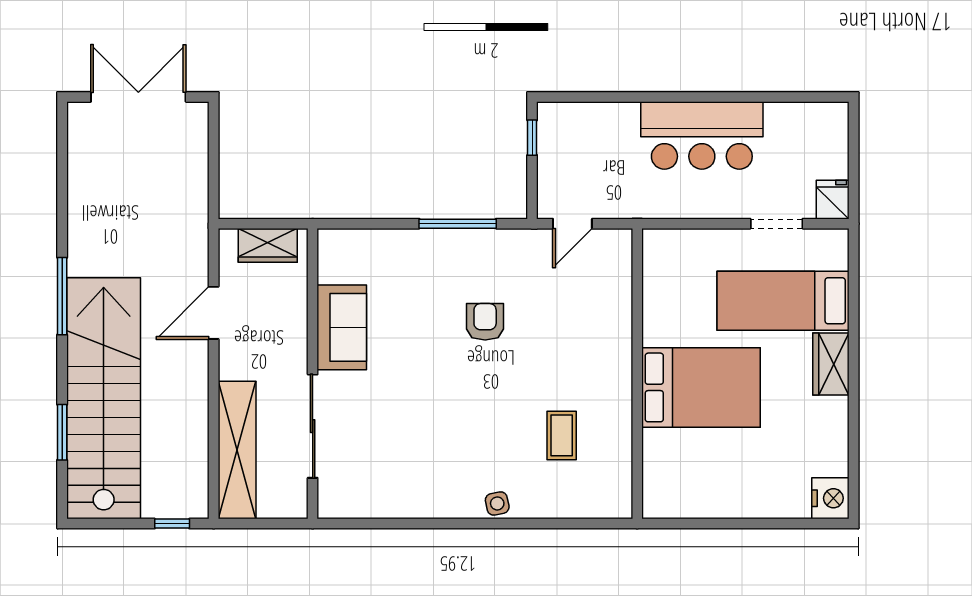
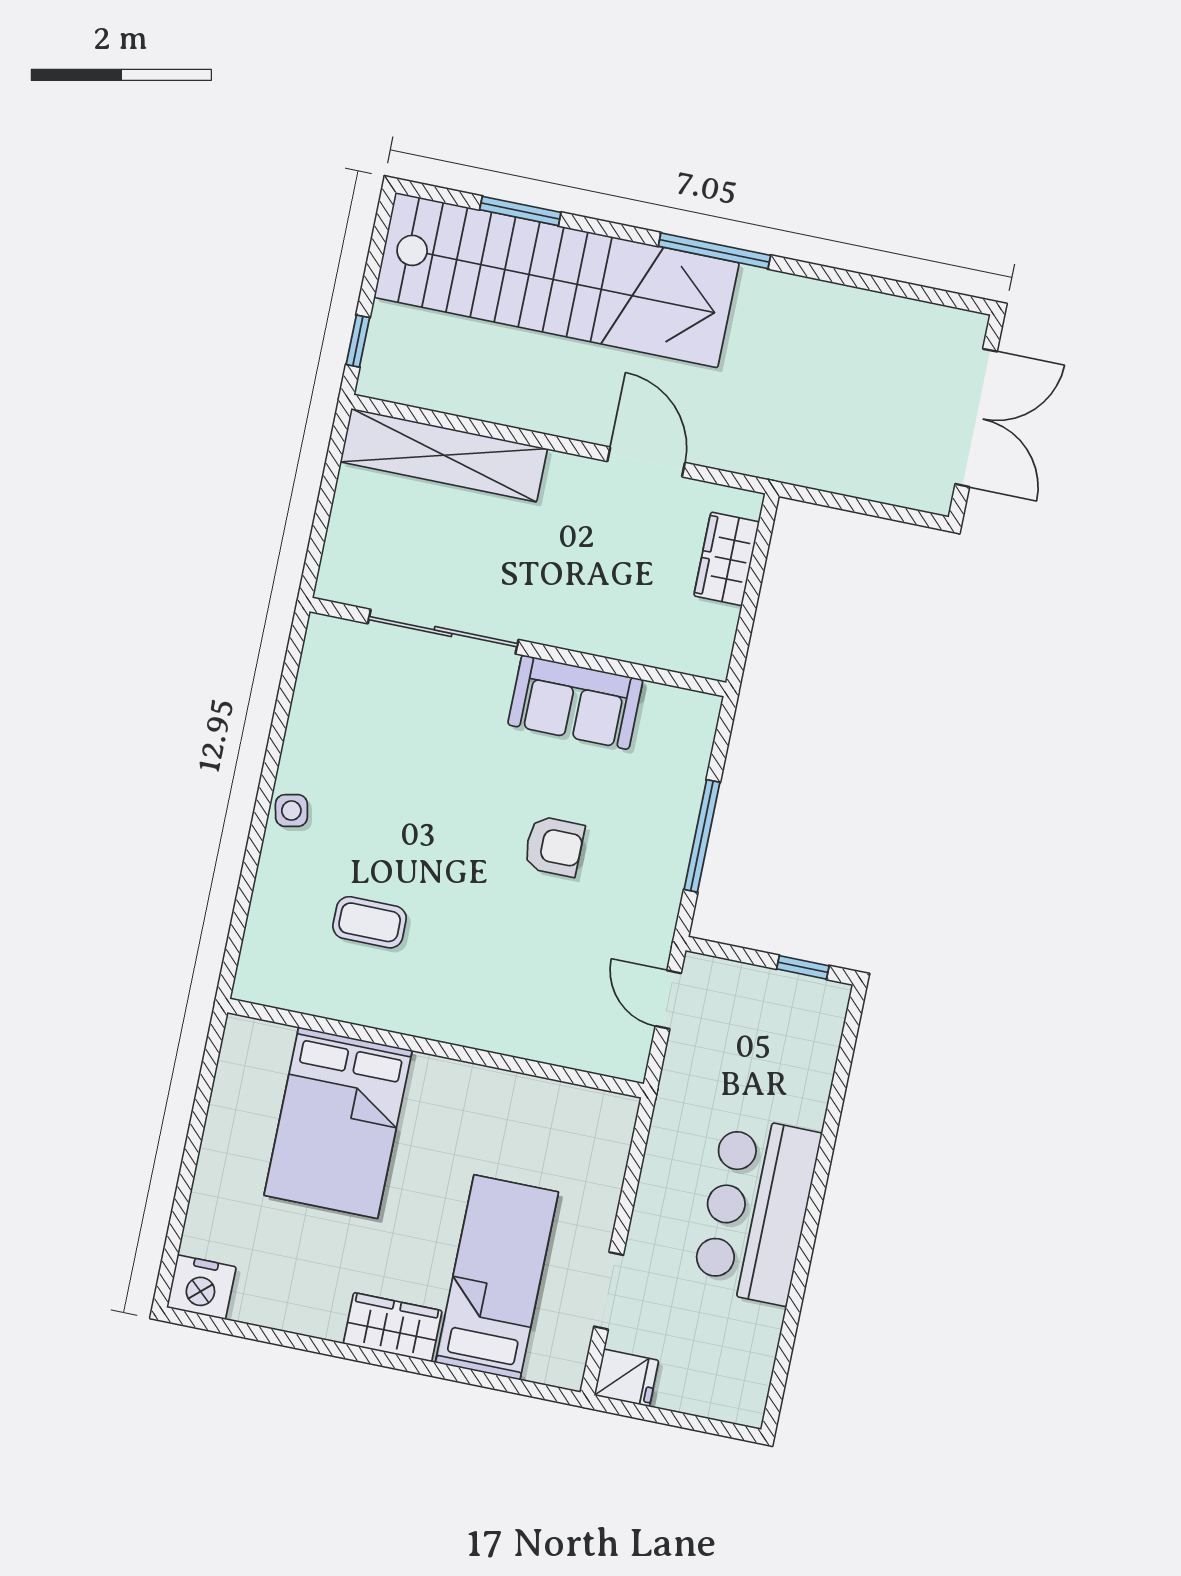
sofa: (342, 327) -> (575, 702), moved
wall: (313, 374) -> (518, 647), moved
bed: (701, 387) -> (338, 1123), moved
sliding door: (313, 426) -> (443, 632), moved

